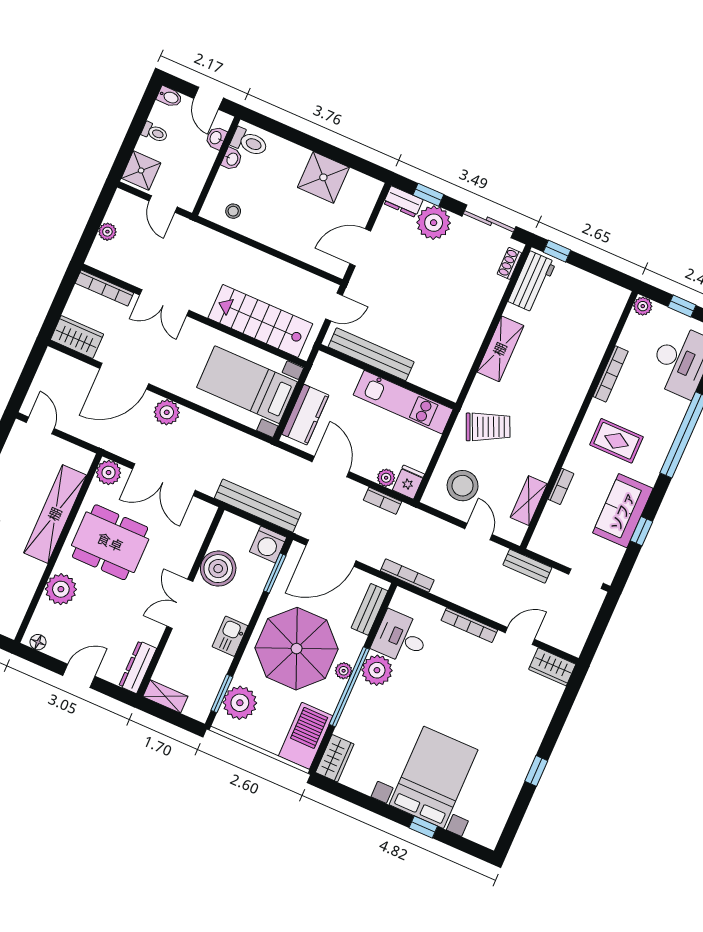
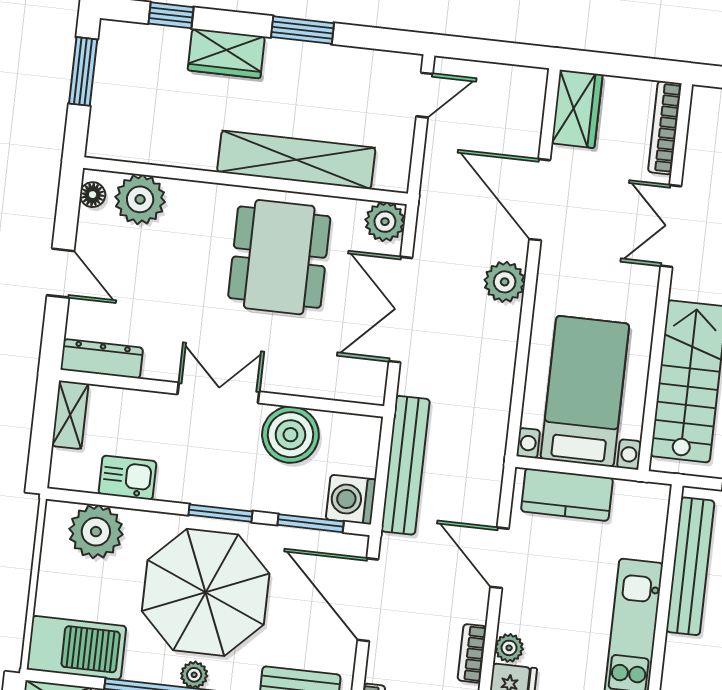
door: (331, 467) -> (500, 558), swing flipped
plant: (61, 589) -> (140, 199), moved
kitchen sink: (230, 636) -> (127, 478), moved
window: (222, 694) -> (220, 513), moved

